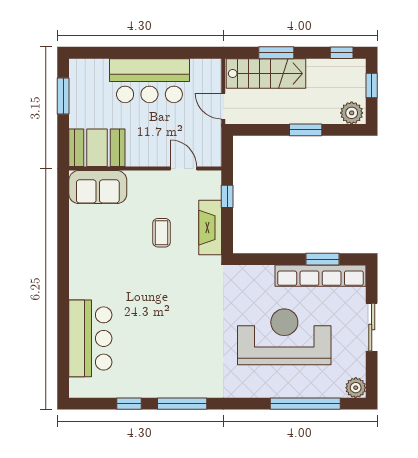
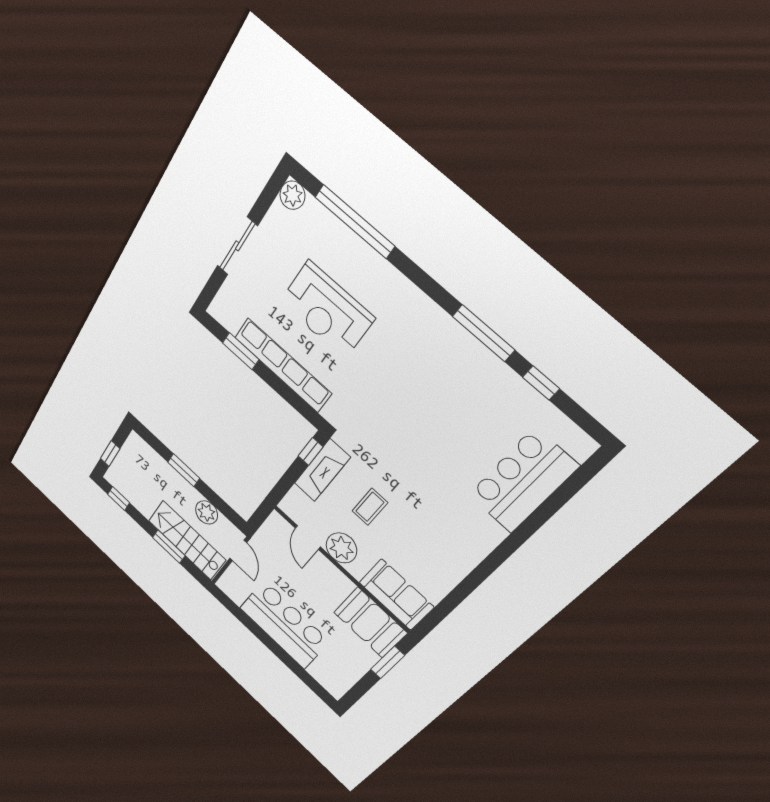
window: (63, 96) -> (388, 662), moved
plant: (352, 113) -> (207, 512), moved
plant: (157, 184) -> (341, 548), added
window: (227, 196) -> (311, 451), moved
row of seats: (321, 276) -> (283, 365), moved
reception desk: (284, 337) -> (327, 310), width x0.74, depth x0.77

